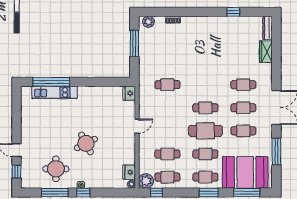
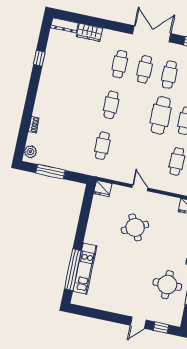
cafe table: (205, 108) -> (111, 105), moved
round table: (86, 144) -> (135, 227), moved

